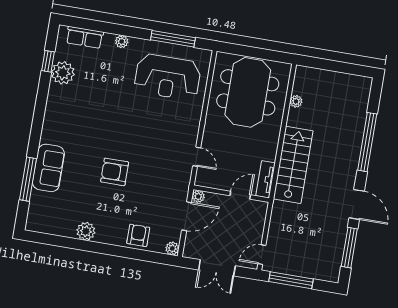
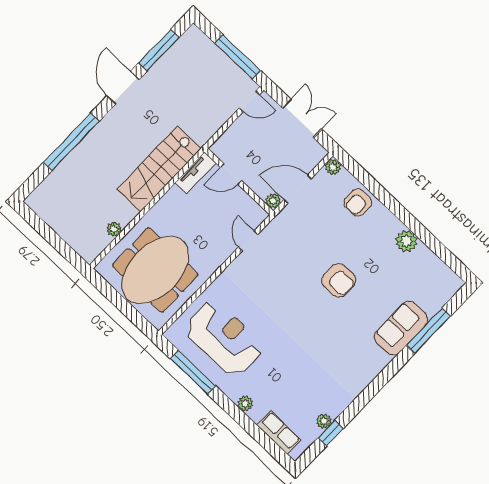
plant: (63, 73) -> (324, 421), width x0.53, depth x0.53

